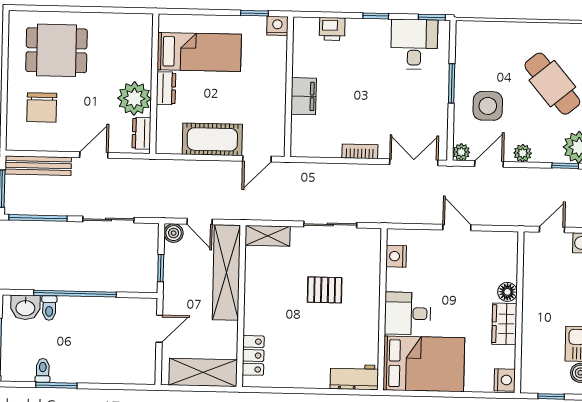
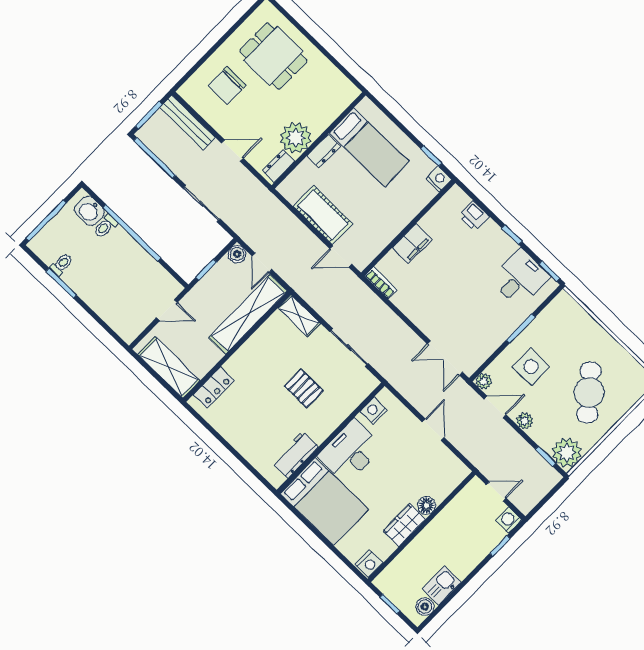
bookcase: (360, 151) -> (381, 283), moved
double door: (414, 162) -> (445, 358), swing flipped
desk: (408, 313) -> (350, 452), width x1.37
workbench: (354, 377) -> (295, 455), moved, turned -90

